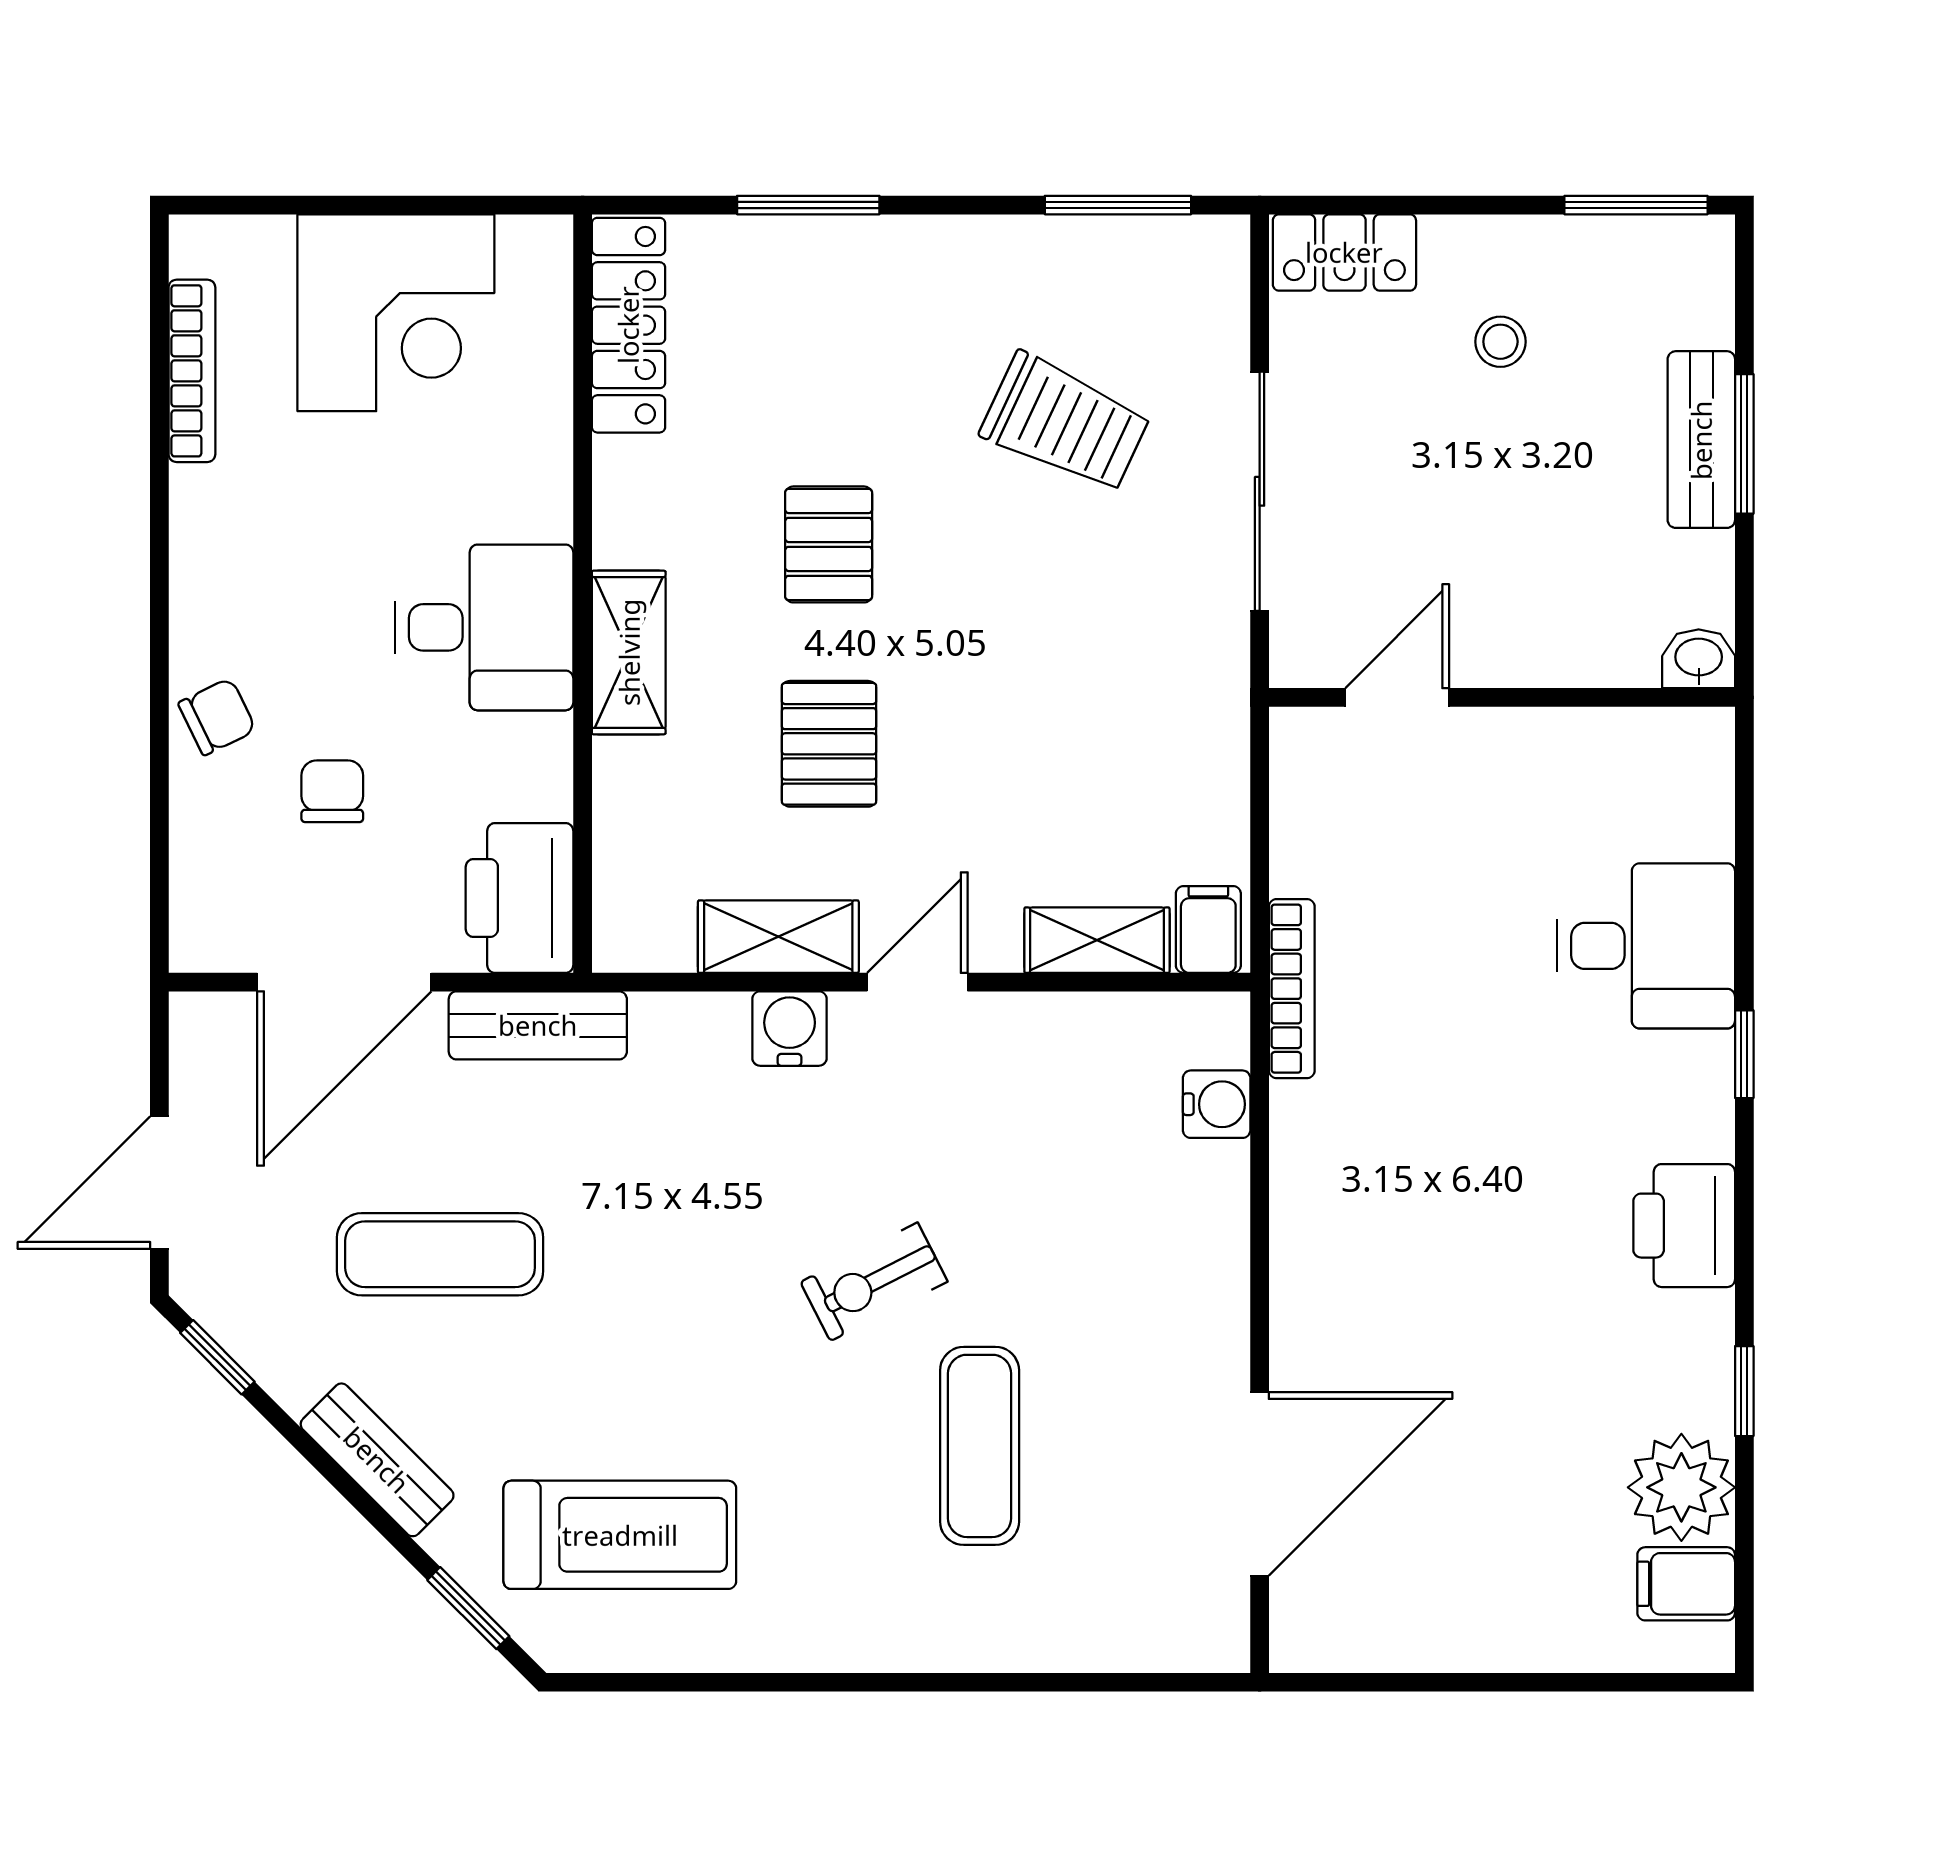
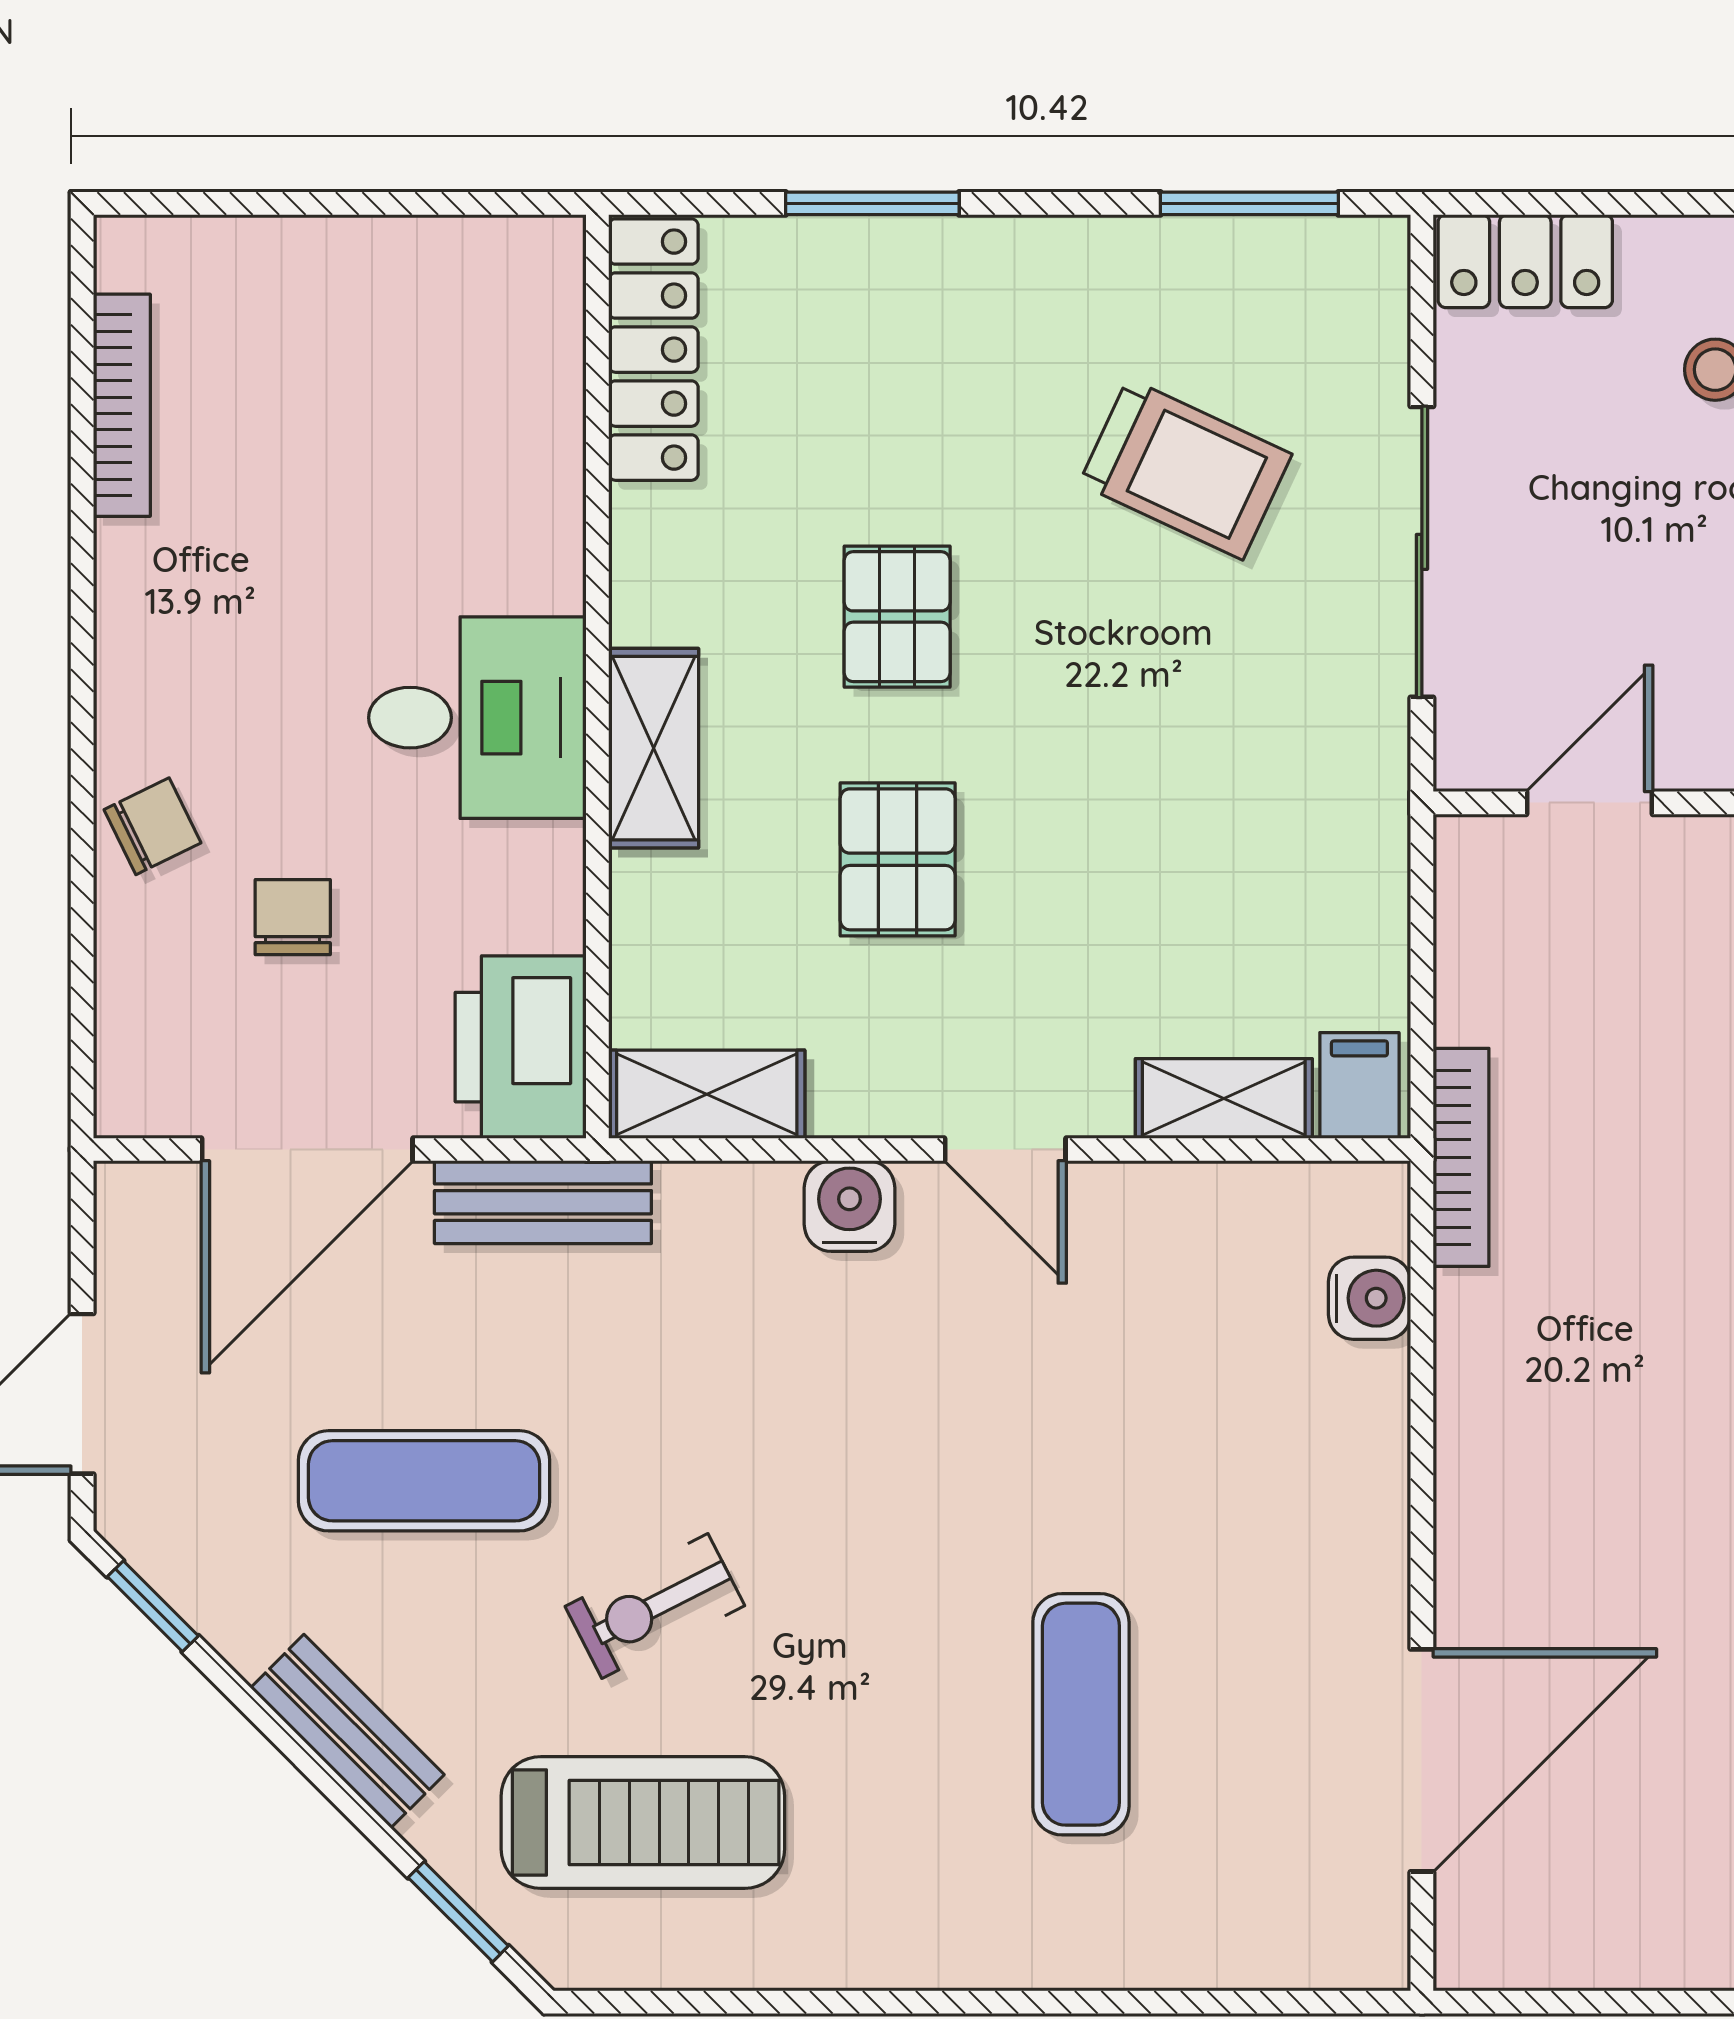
corner desk: (396, 313) -> (370, 334), removed
shelving: (778, 937) -> (707, 1094), moved
door: (917, 982) -> (1005, 1150), swing flipped
exercise bike: (874, 1282) -> (655, 1606), moved

